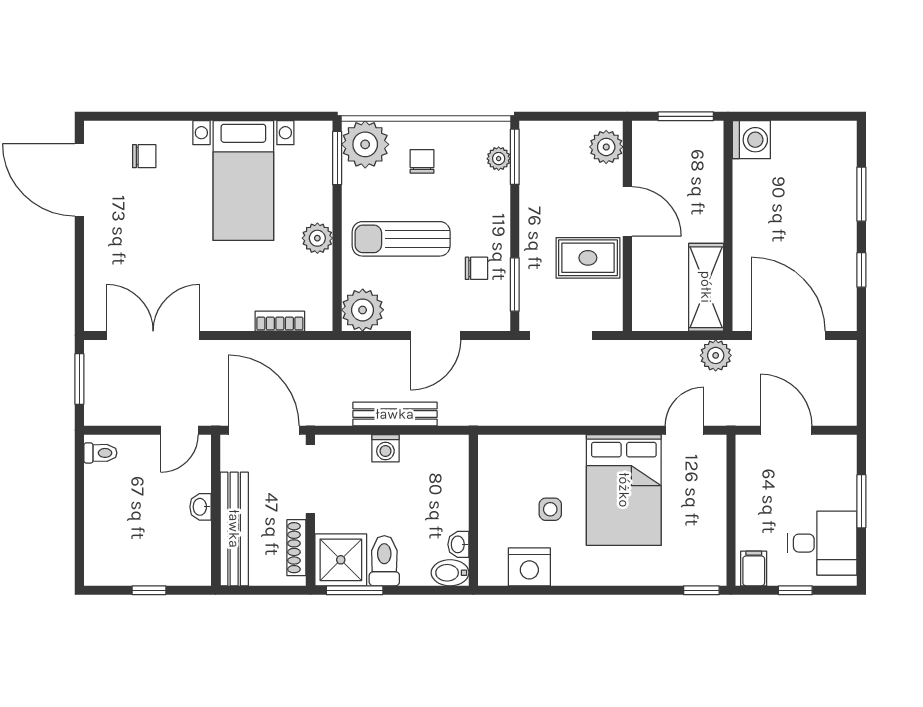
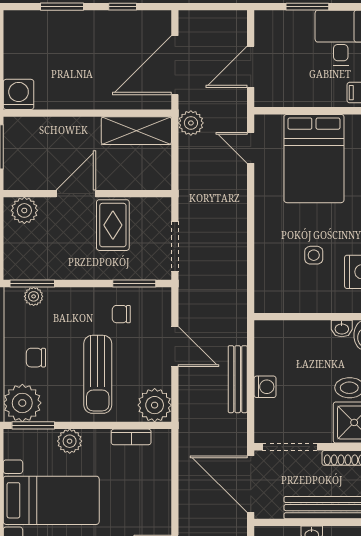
plant: (317, 238) -> (70, 441), moved
chair: (476, 268) -> (121, 314), turned -90
bookcase: (280, 321) -> (131, 437), moved, turned -90
door: (264, 430) -> (251, 484), hinge flipped
bed: (624, 490) -> (314, 159), moved, turned 90

